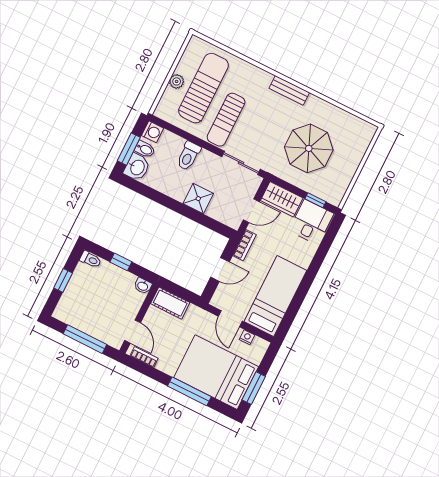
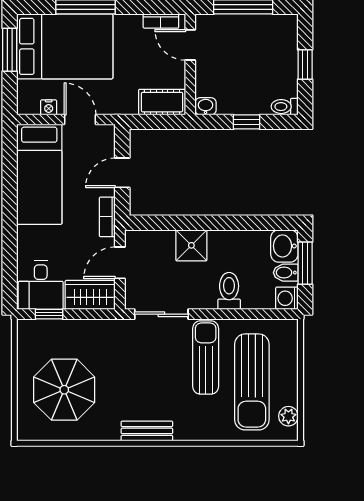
plant: (177, 81) -> (288, 416), moved
parasol: (309, 148) -> (64, 390), moved

